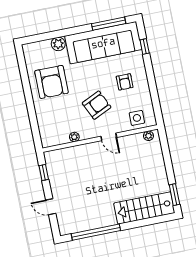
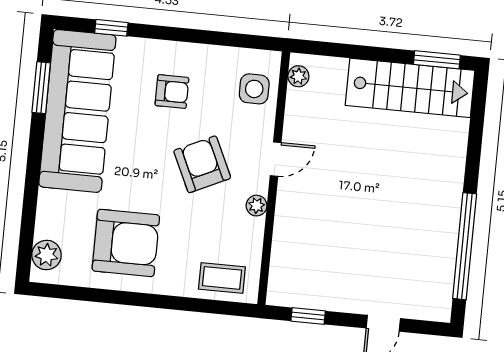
window: (109, 24) -> (41, 88), width x0.69
plant: (58, 44) -> (46, 255), moved
coffee table: (49, 129) -> (222, 278), added
plant: (74, 137) -> (257, 206), moved
stairs: (144, 208) -> (410, 88), moved, turned -90

